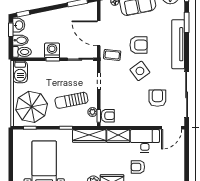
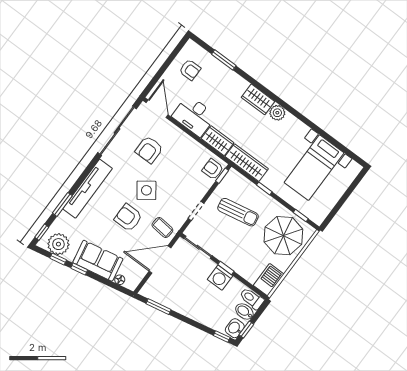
door: (99, 33) -> (160, 259), swing flipped
plant: (92, 112) -> (225, 184), removed
door: (172, 128) -> (157, 109), hinge flipped
armchair: (138, 167) -> (190, 70), moved

